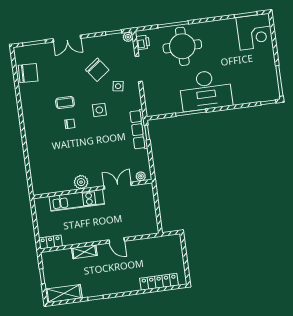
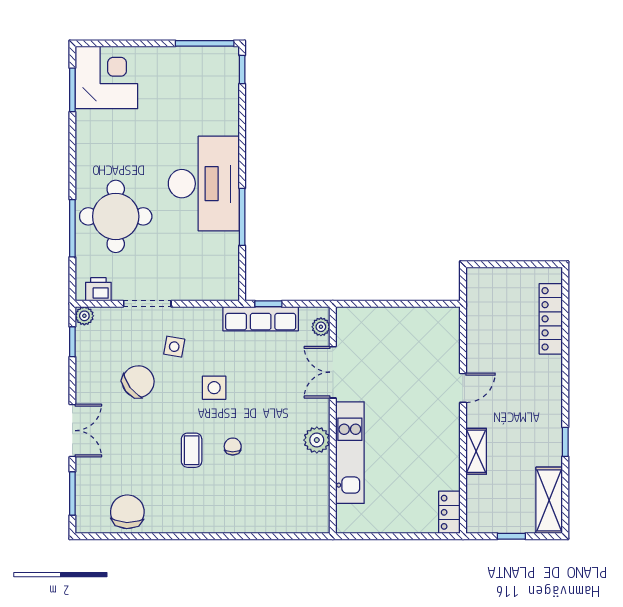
plant: (141, 176) -> (321, 327), moved
plant: (81, 182) -> (317, 440), moved
double door: (118, 186) -> (333, 372), moved
wall: (93, 189) -> (333, 420), moved
kitchen unit: (77, 200) -> (350, 453), moved

